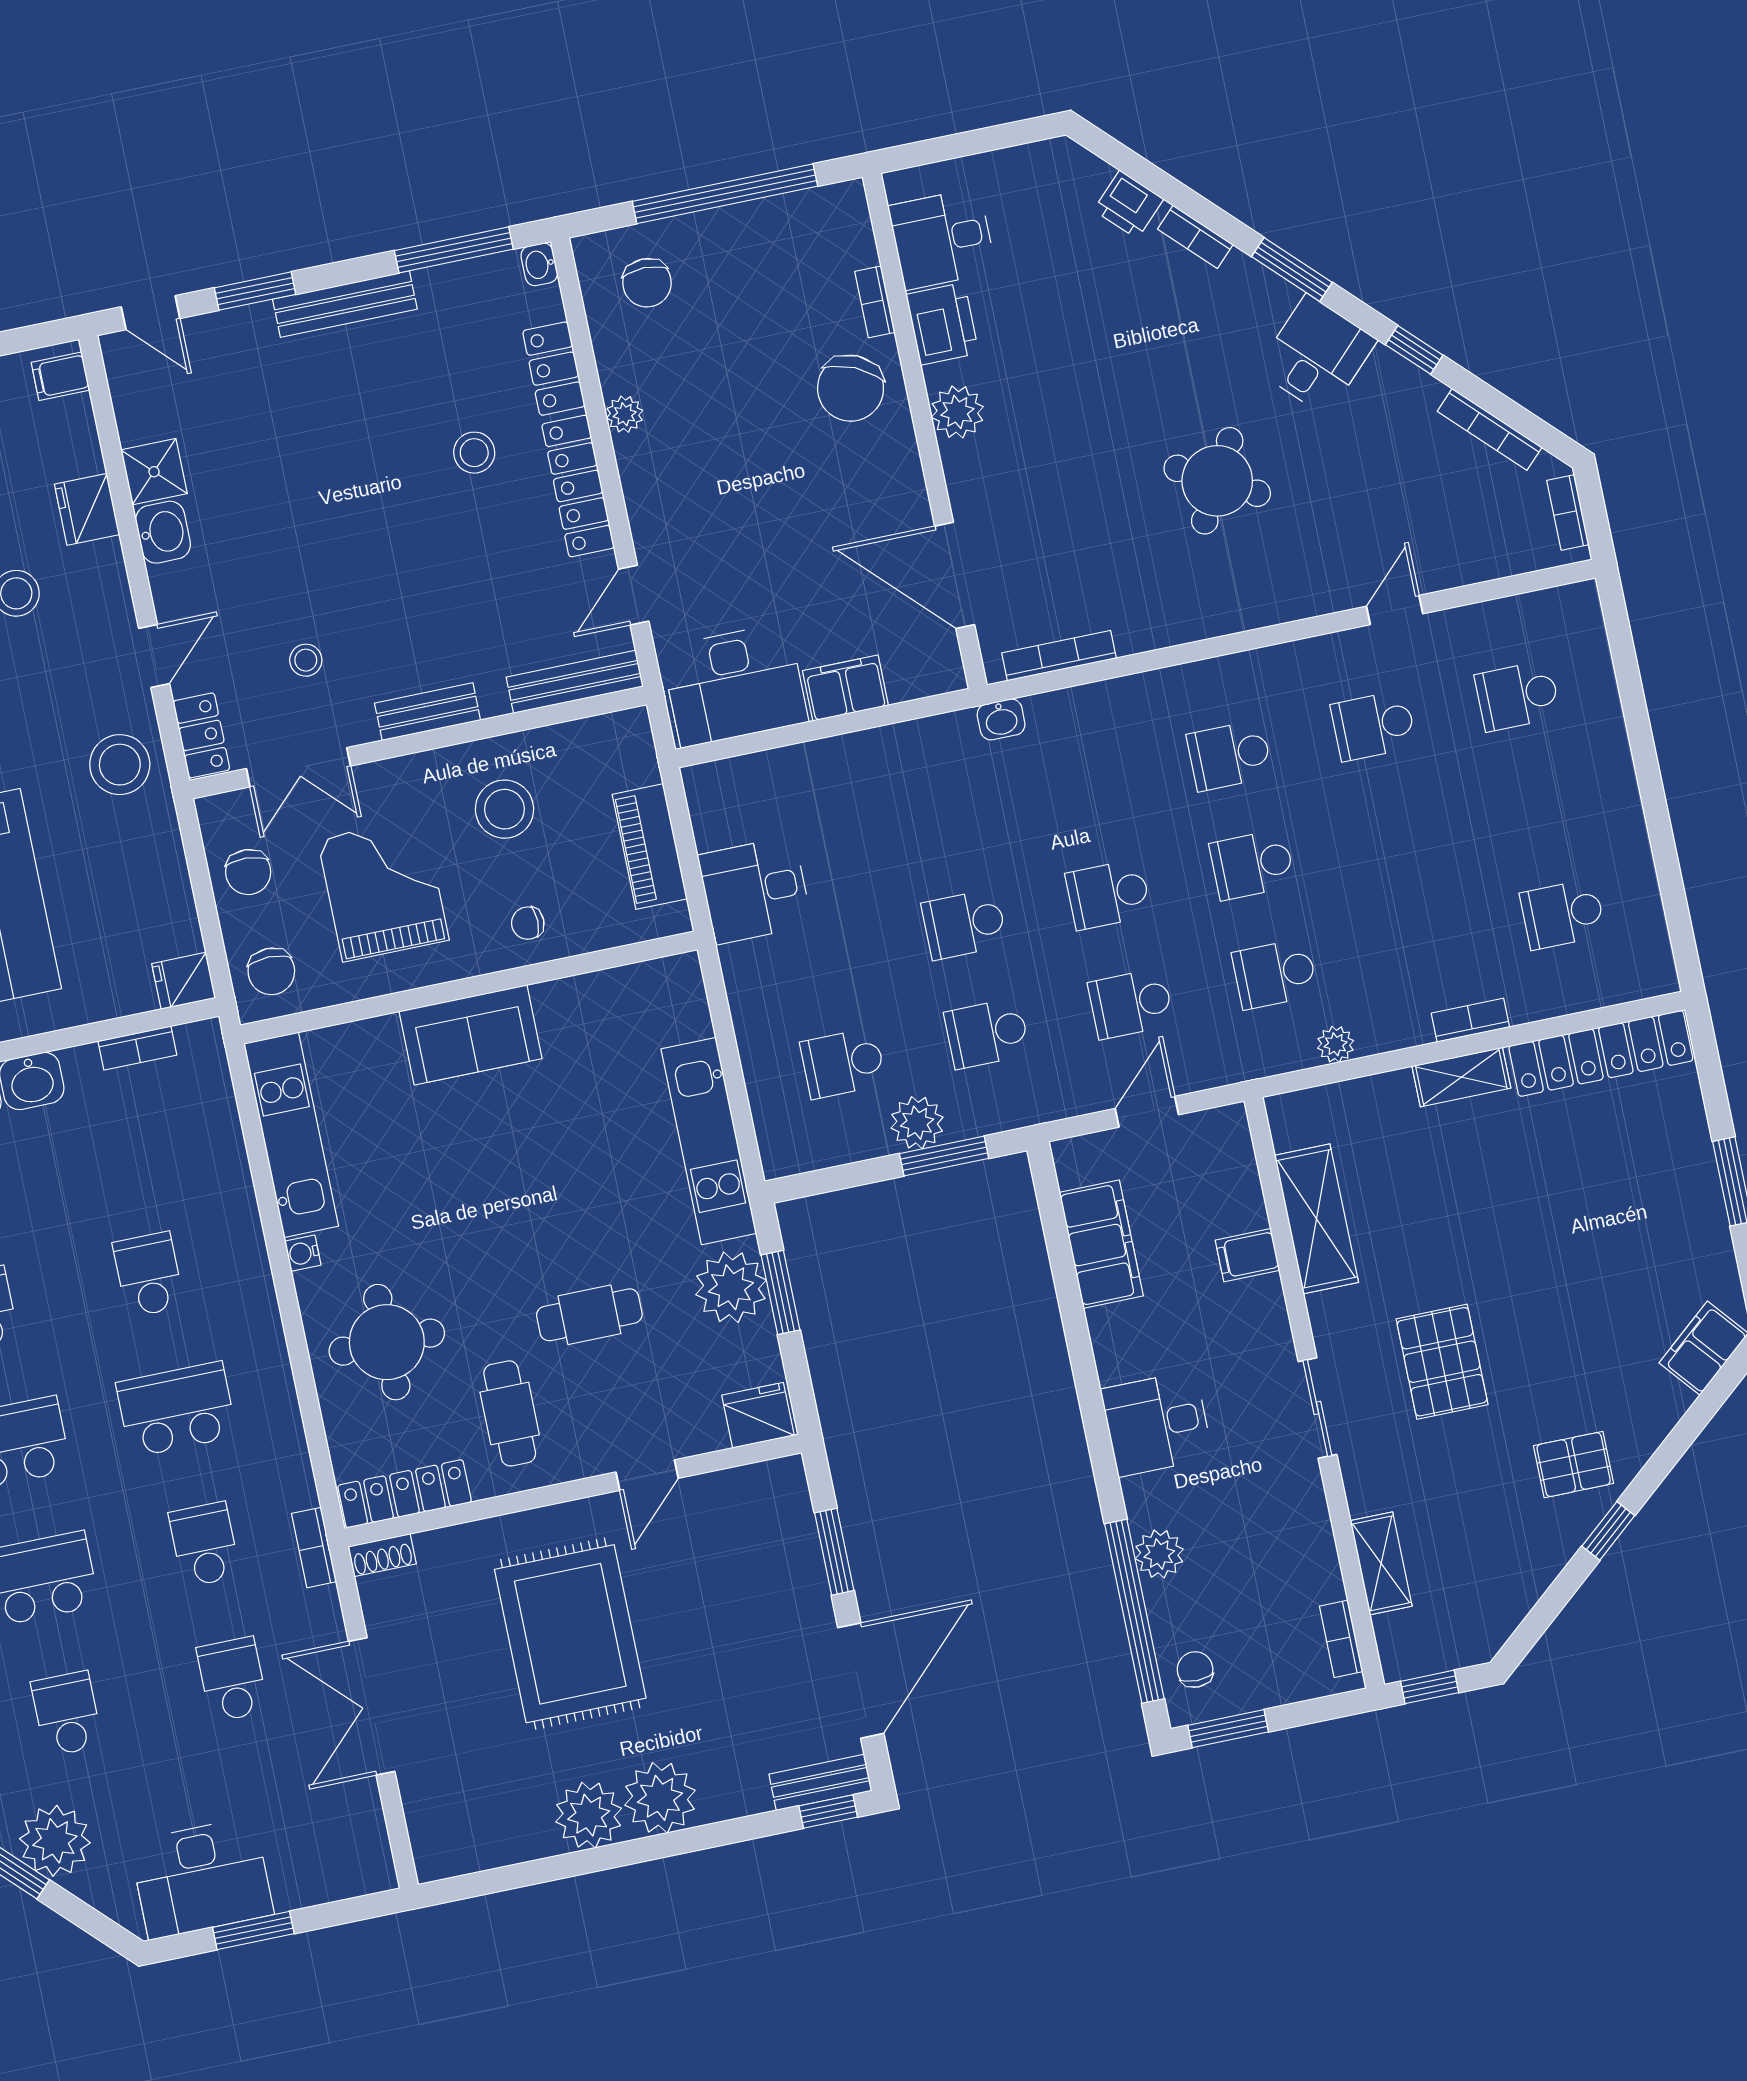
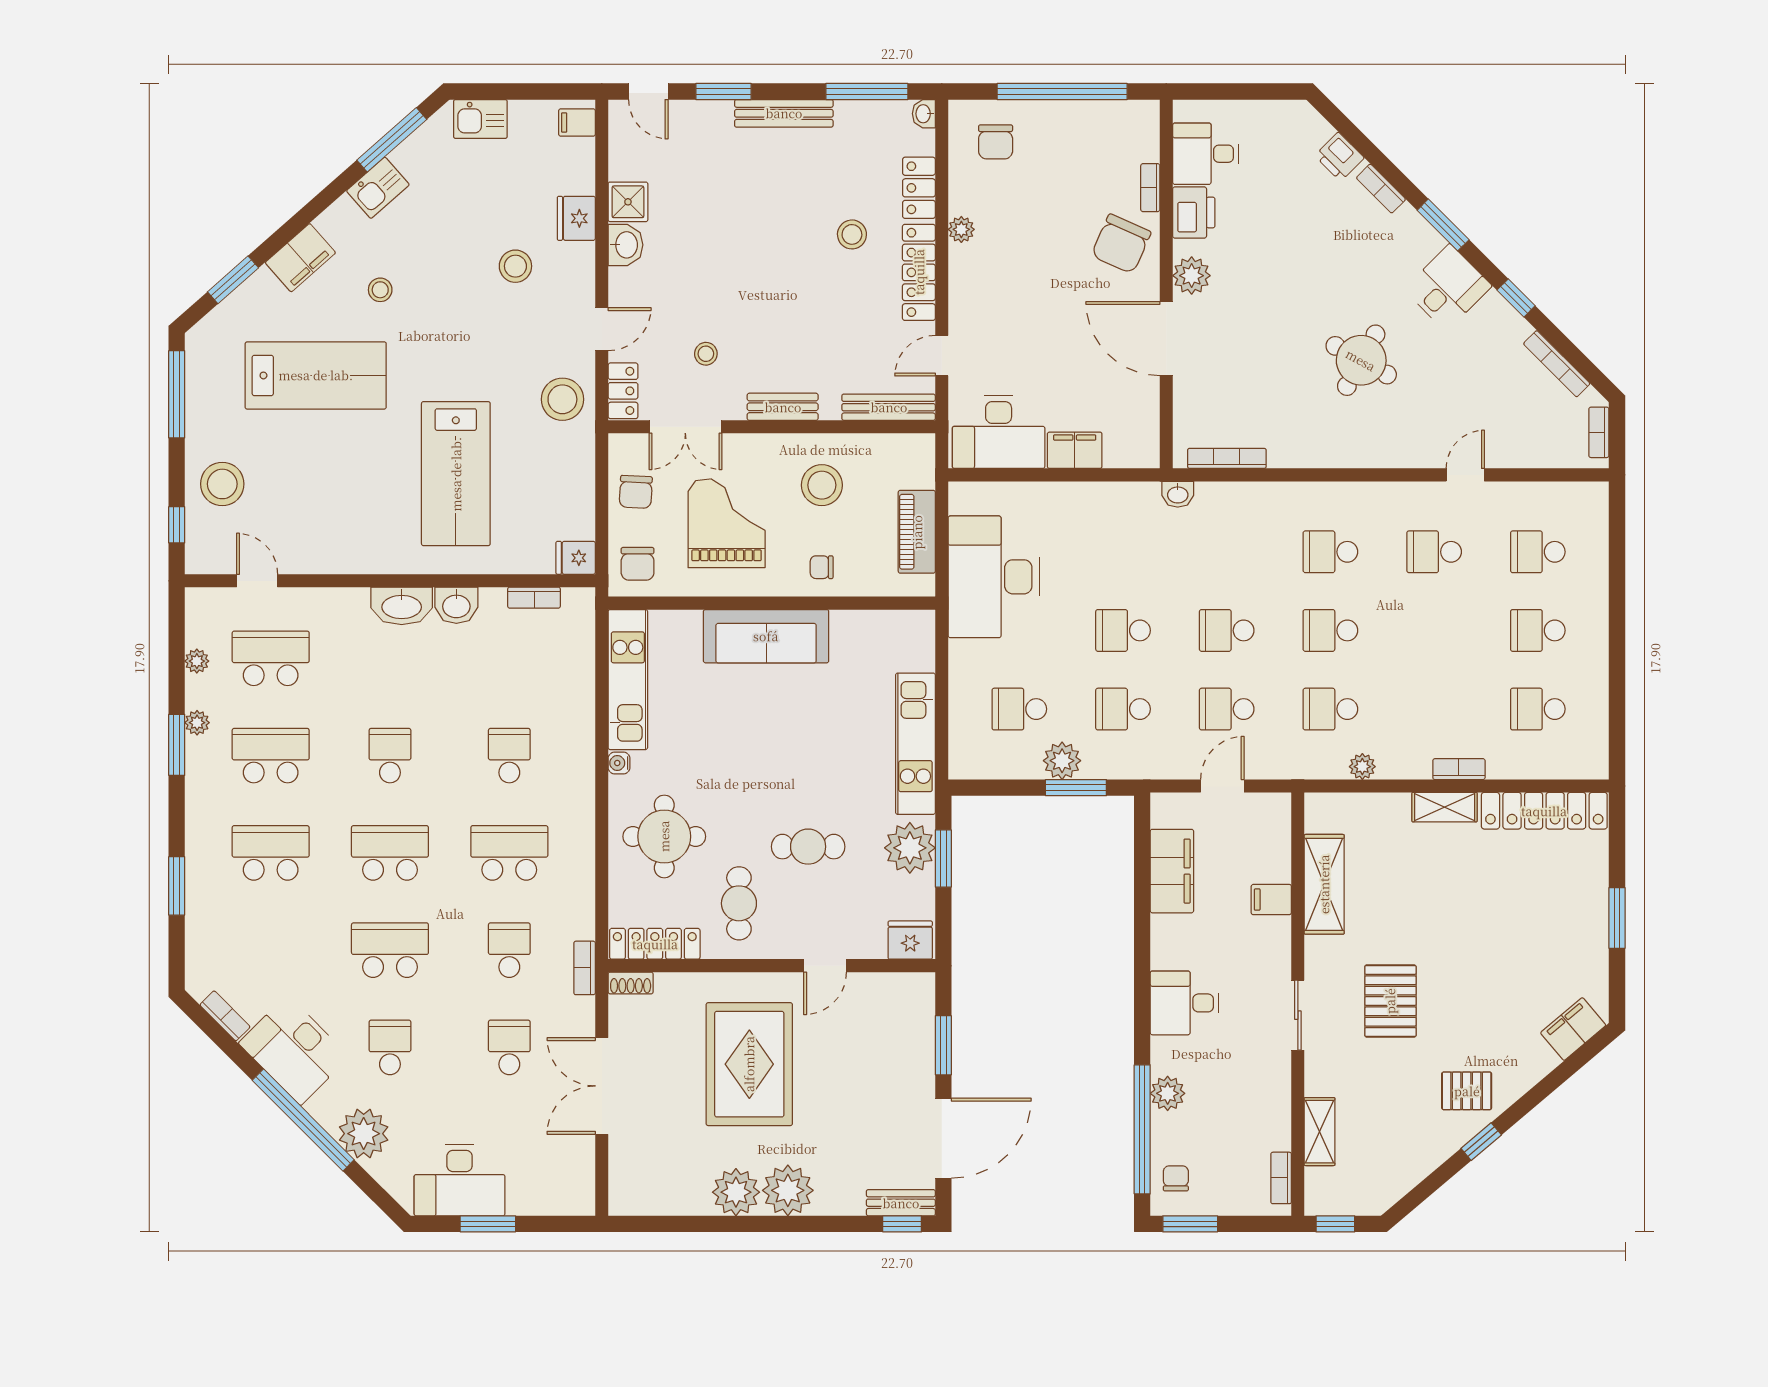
door: (955, 575) -> (1166, 339), moved
school desk: (1540, 805) -> (1538, 630), added
desk: (755, 890) -> (994, 577), width x1.87, depth x1.30
sofa: (471, 1035) -> (766, 636), width x1.36

